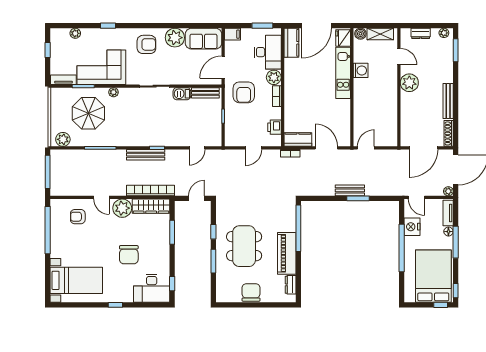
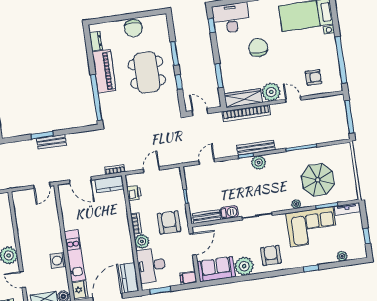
armchair: (146, 44) -> (271, 255), turned 90
plant: (63, 139) -> (259, 162), moved
door: (197, 198) -> (200, 112), swing flipped

